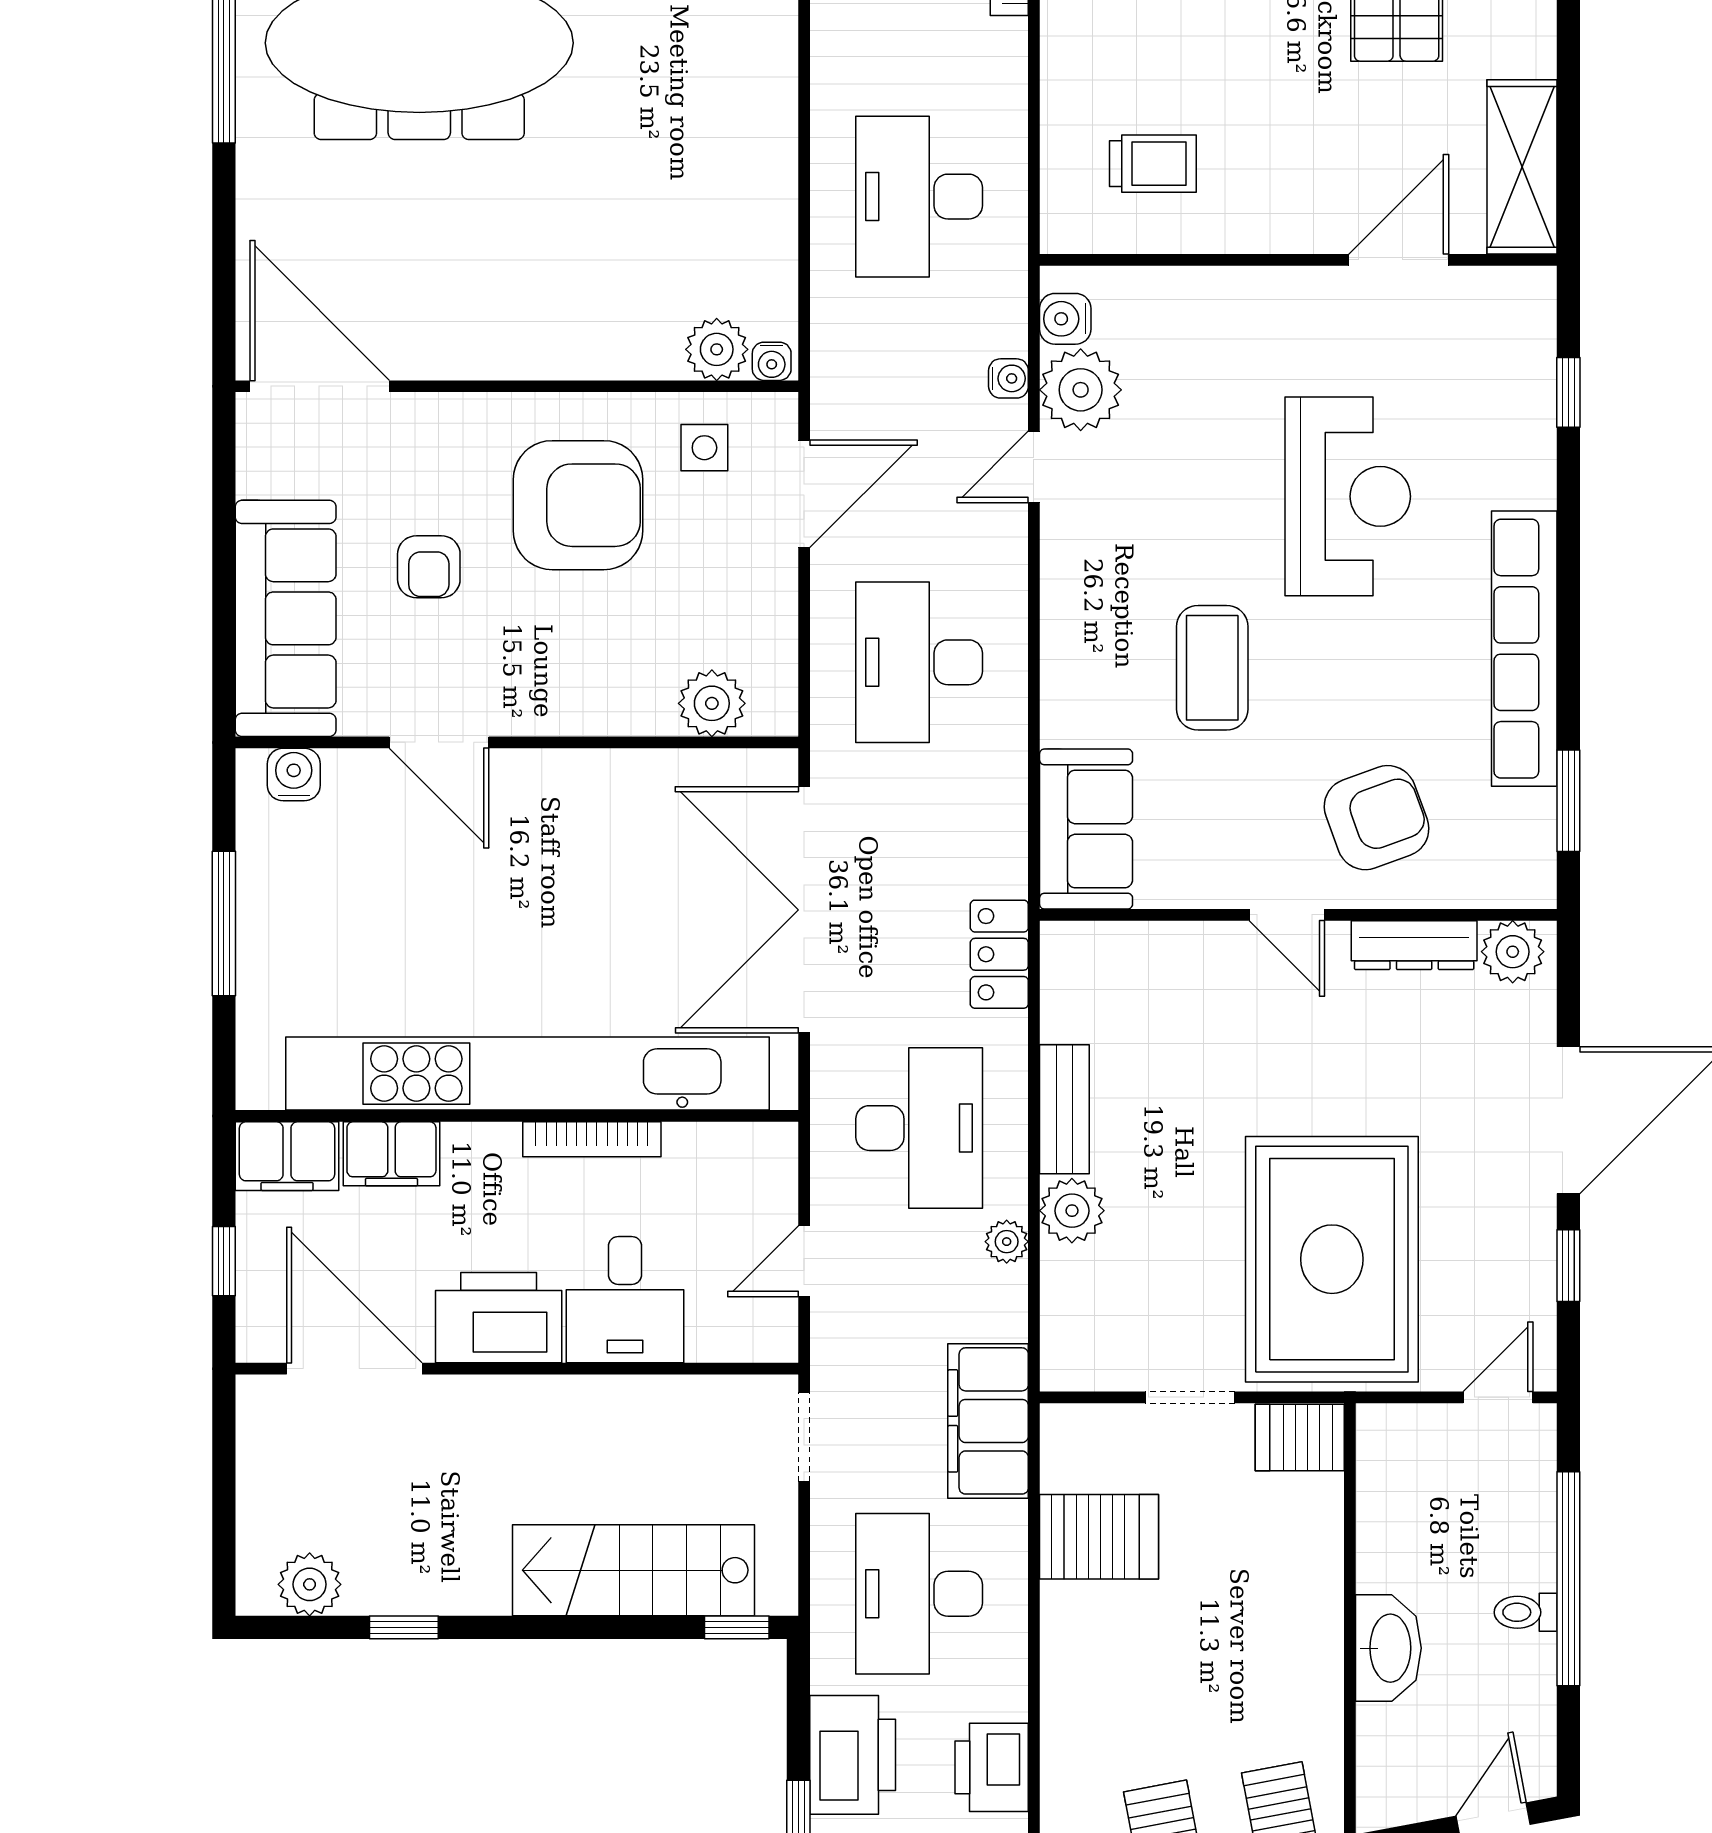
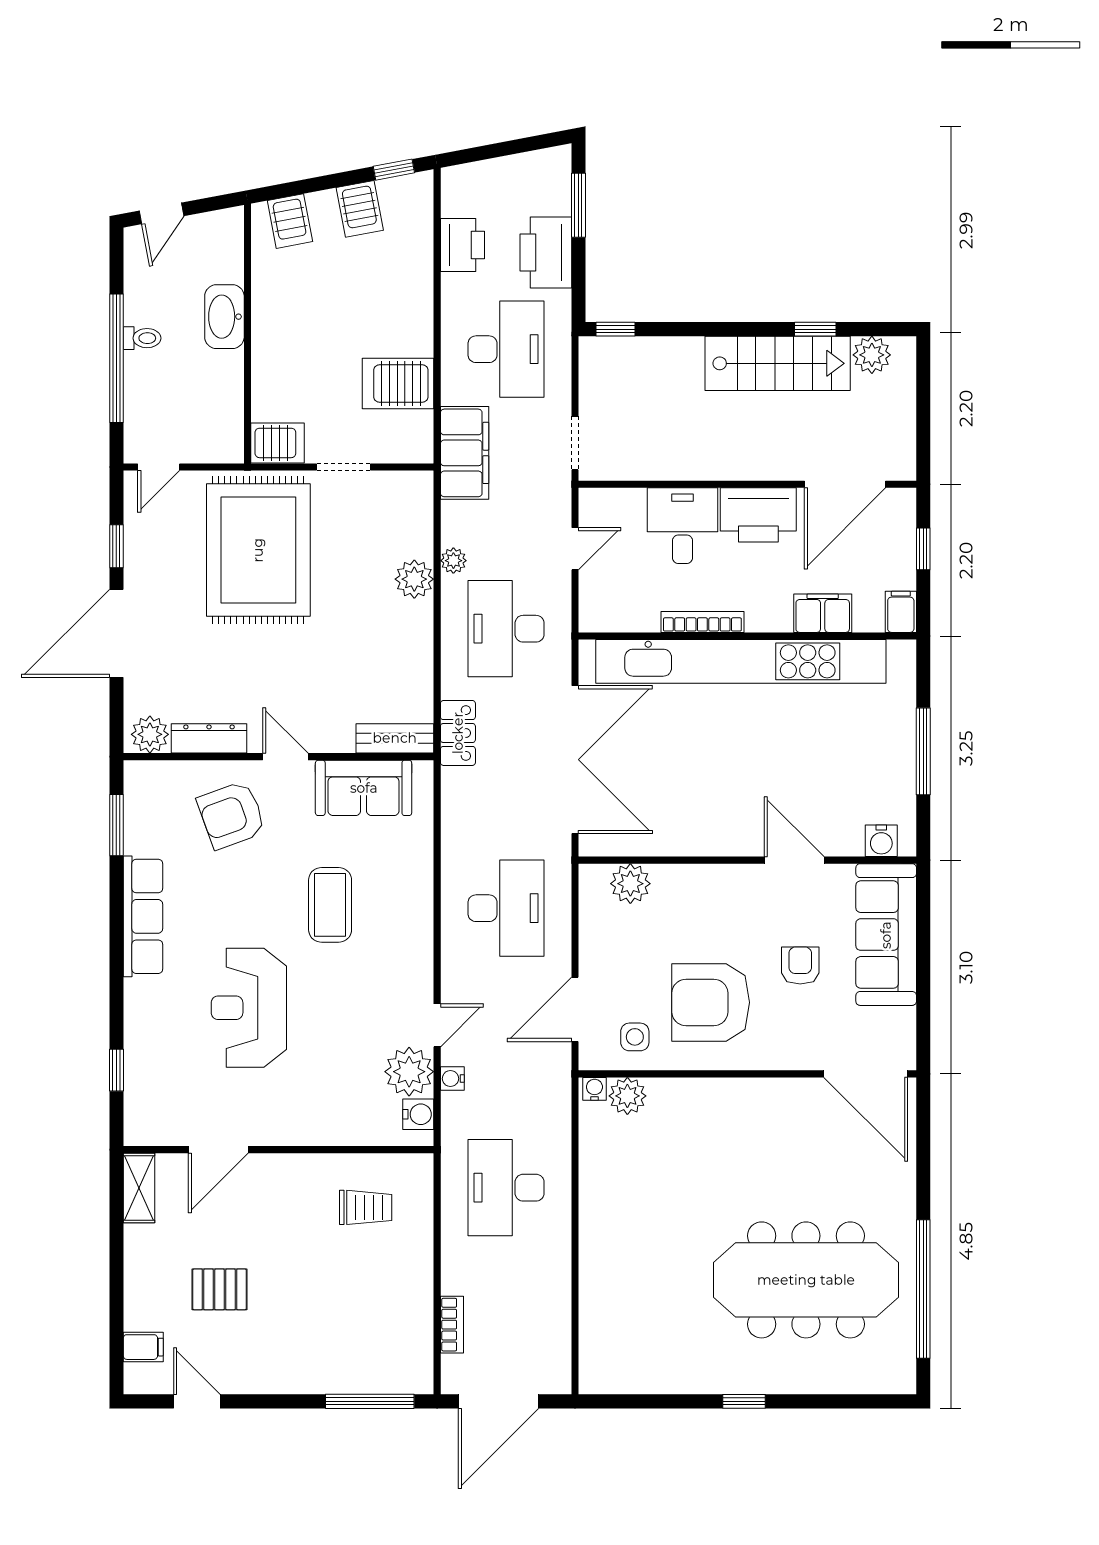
trolley: (1153, 164) -> (366, 1207), turned 180
shelving: (1522, 167) -> (139, 1188), width x0.67, depth x0.75
desk: (919, 197) -> (506, 1188), turned 180
row of seats: (1524, 649) -> (143, 916), width x0.73
sofa: (1086, 829) -> (364, 788), moved, turned -90
bench: (1064, 1109) -> (395, 738), moved, turned 90
filing cabinet: (287, 1156) -> (901, 612), width x0.50
door: (354, 1369) -> (845, 484), hinge flipped
stairs: (634, 1570) -> (778, 363), moved

